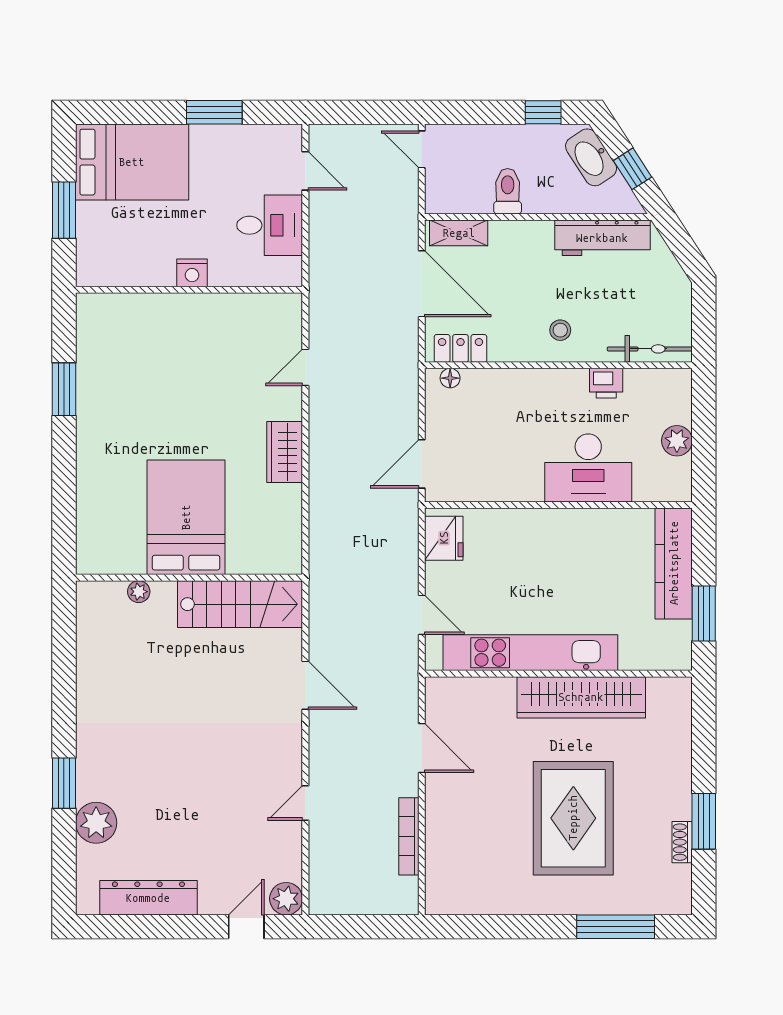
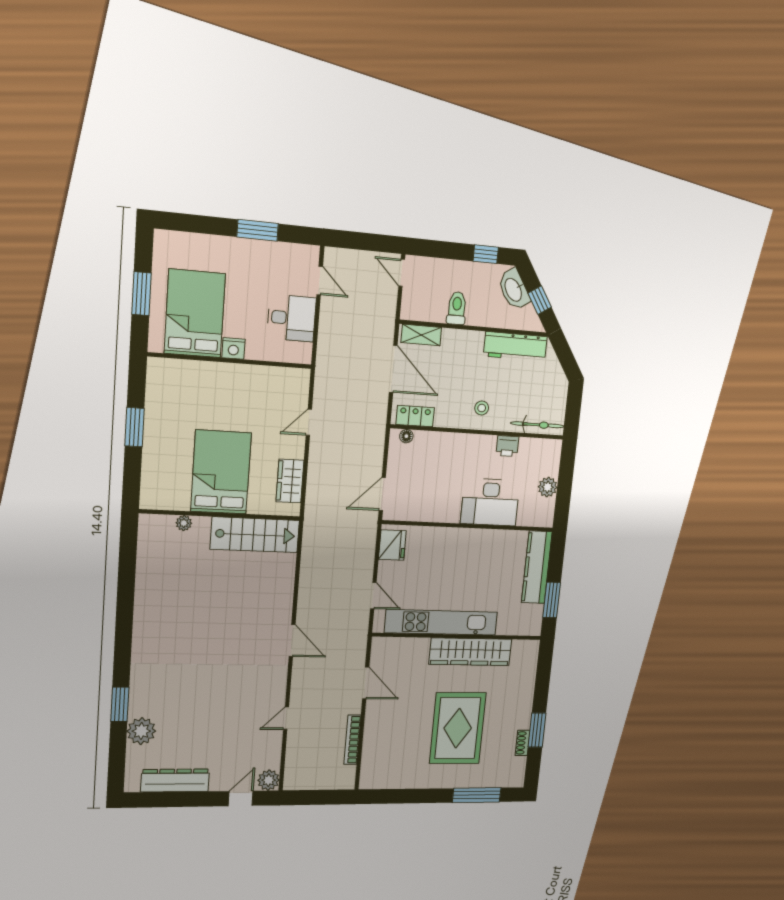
bed: (132, 162) -> (195, 313), moved, turned -90
bed: (186, 517) -> (221, 472), moved
wall: (189, 578) -> (220, 515), moved
plant: (139, 592) -> (184, 523), moved
stairs: (240, 604) -> (255, 535), moved

